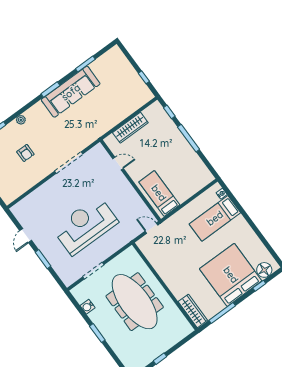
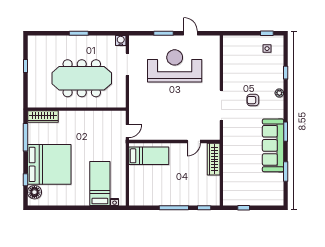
wardrobe: (130, 128) -> (214, 159), moved
armchair: (25, 153) -> (253, 100), moved
reception desk: (85, 226) -> (175, 66), moved, turned -90
water cooler: (88, 307) -> (121, 40), moved

